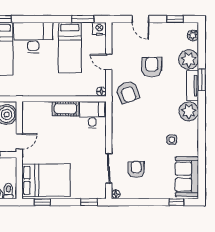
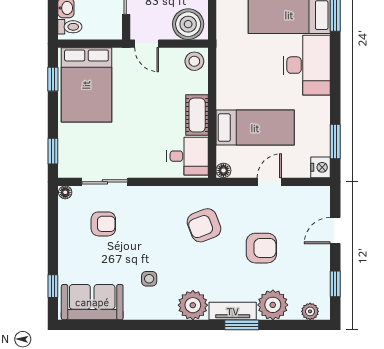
bed: (70, 48) -> (255, 128), moved, turned 180
armchair: (128, 92) -> (204, 225), moved
stool: (31, 110) -> (194, 61), added

